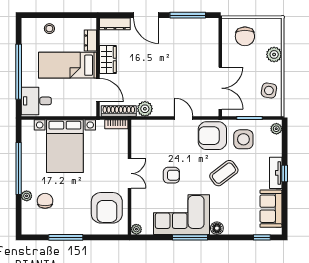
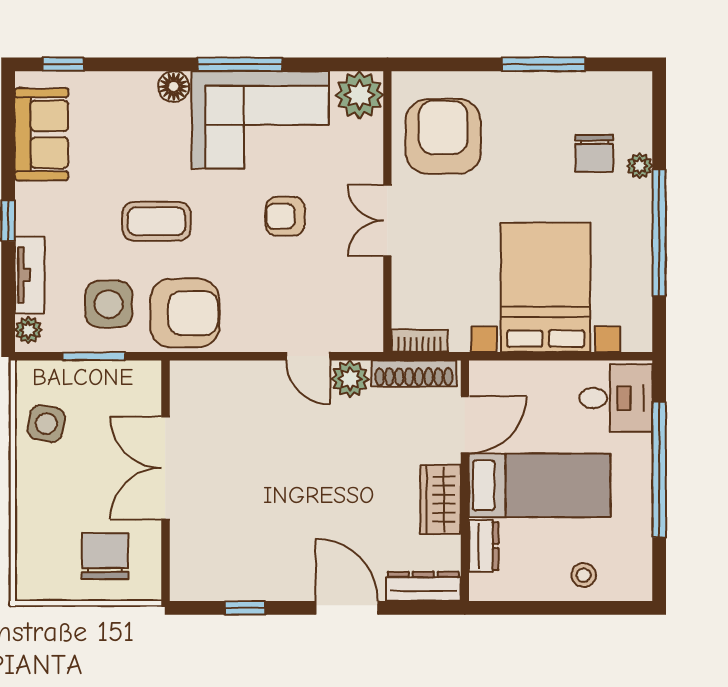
window: (188, 15) -> (245, 608), width x0.46
plant: (274, 54) -> (34, 512), removed
double door: (220, 88) -> (165, 468), moved
door: (98, 90) -> (465, 425), swing flipped
door: (184, 118) -> (308, 356), moved
coffee table: (224, 173) -> (157, 221), turned 37
tv unit: (276, 173) -> (30, 275), moved
plant: (136, 229) -> (359, 95), width x1.88, depth x1.88

